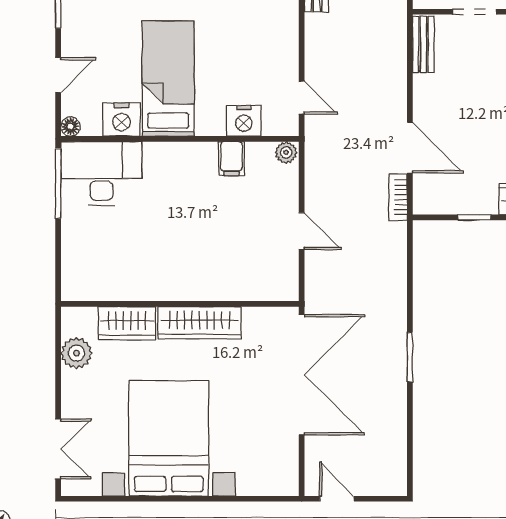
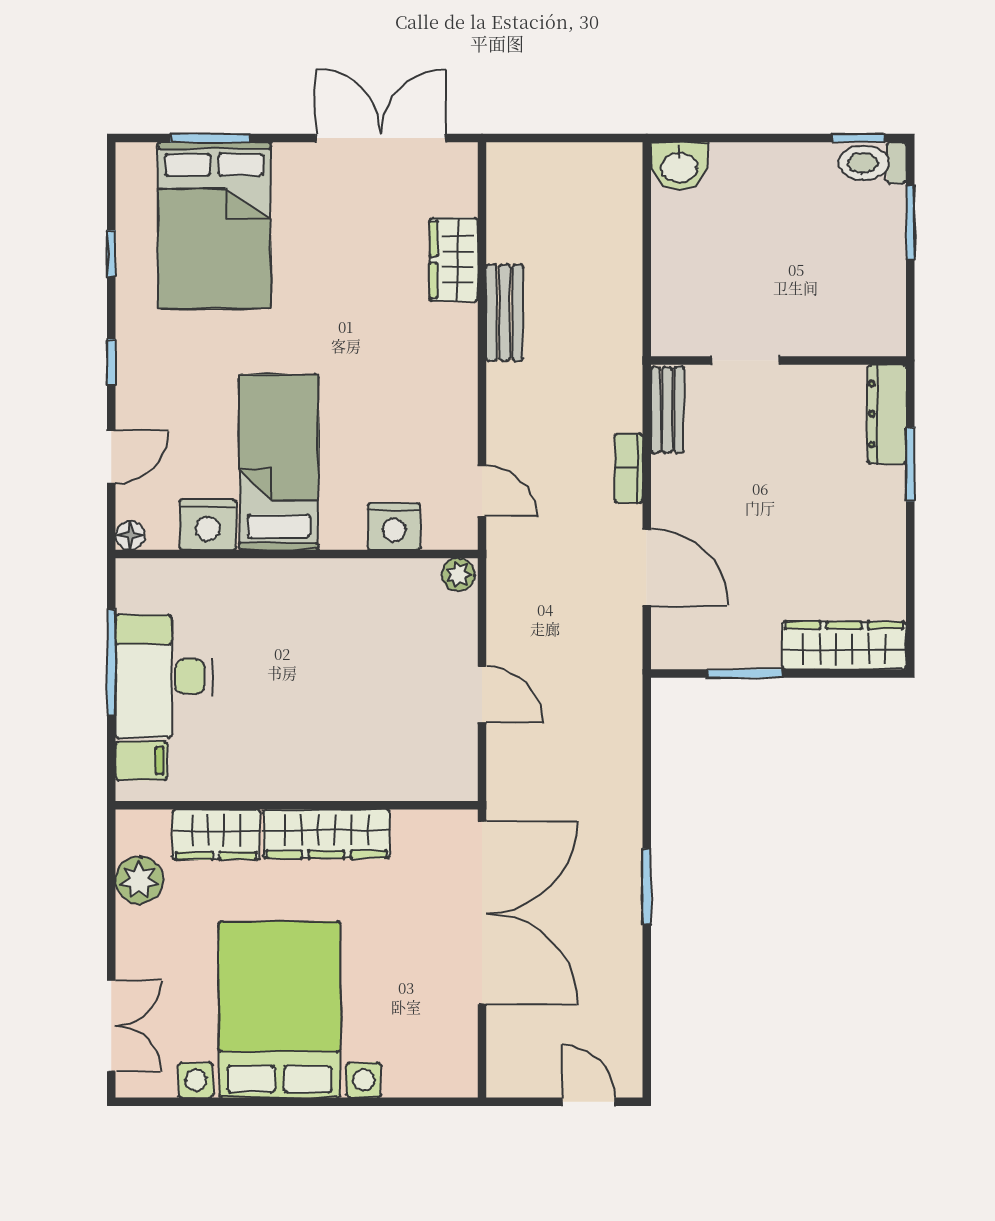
filing cabinet: (232, 159) -> (141, 761), moved, turned -90
desk: (101, 173) -> (164, 676), moved, turned -90
window: (58, 183) -> (111, 662), moved
bookcase: (398, 197) -> (629, 468), moved
window: (474, 217) -> (745, 673), width x1.50
door: (337, 499) -> (589, 1102), moved

